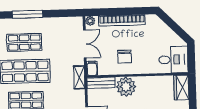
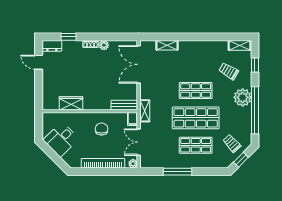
window: (28, 14) -> (177, 172), moved
desk: (173, 60) -> (61, 139), moved, turned -45
plant: (126, 87) -> (101, 101), removed
wardrobe: (181, 87) -> (71, 103), moved, turned -90

